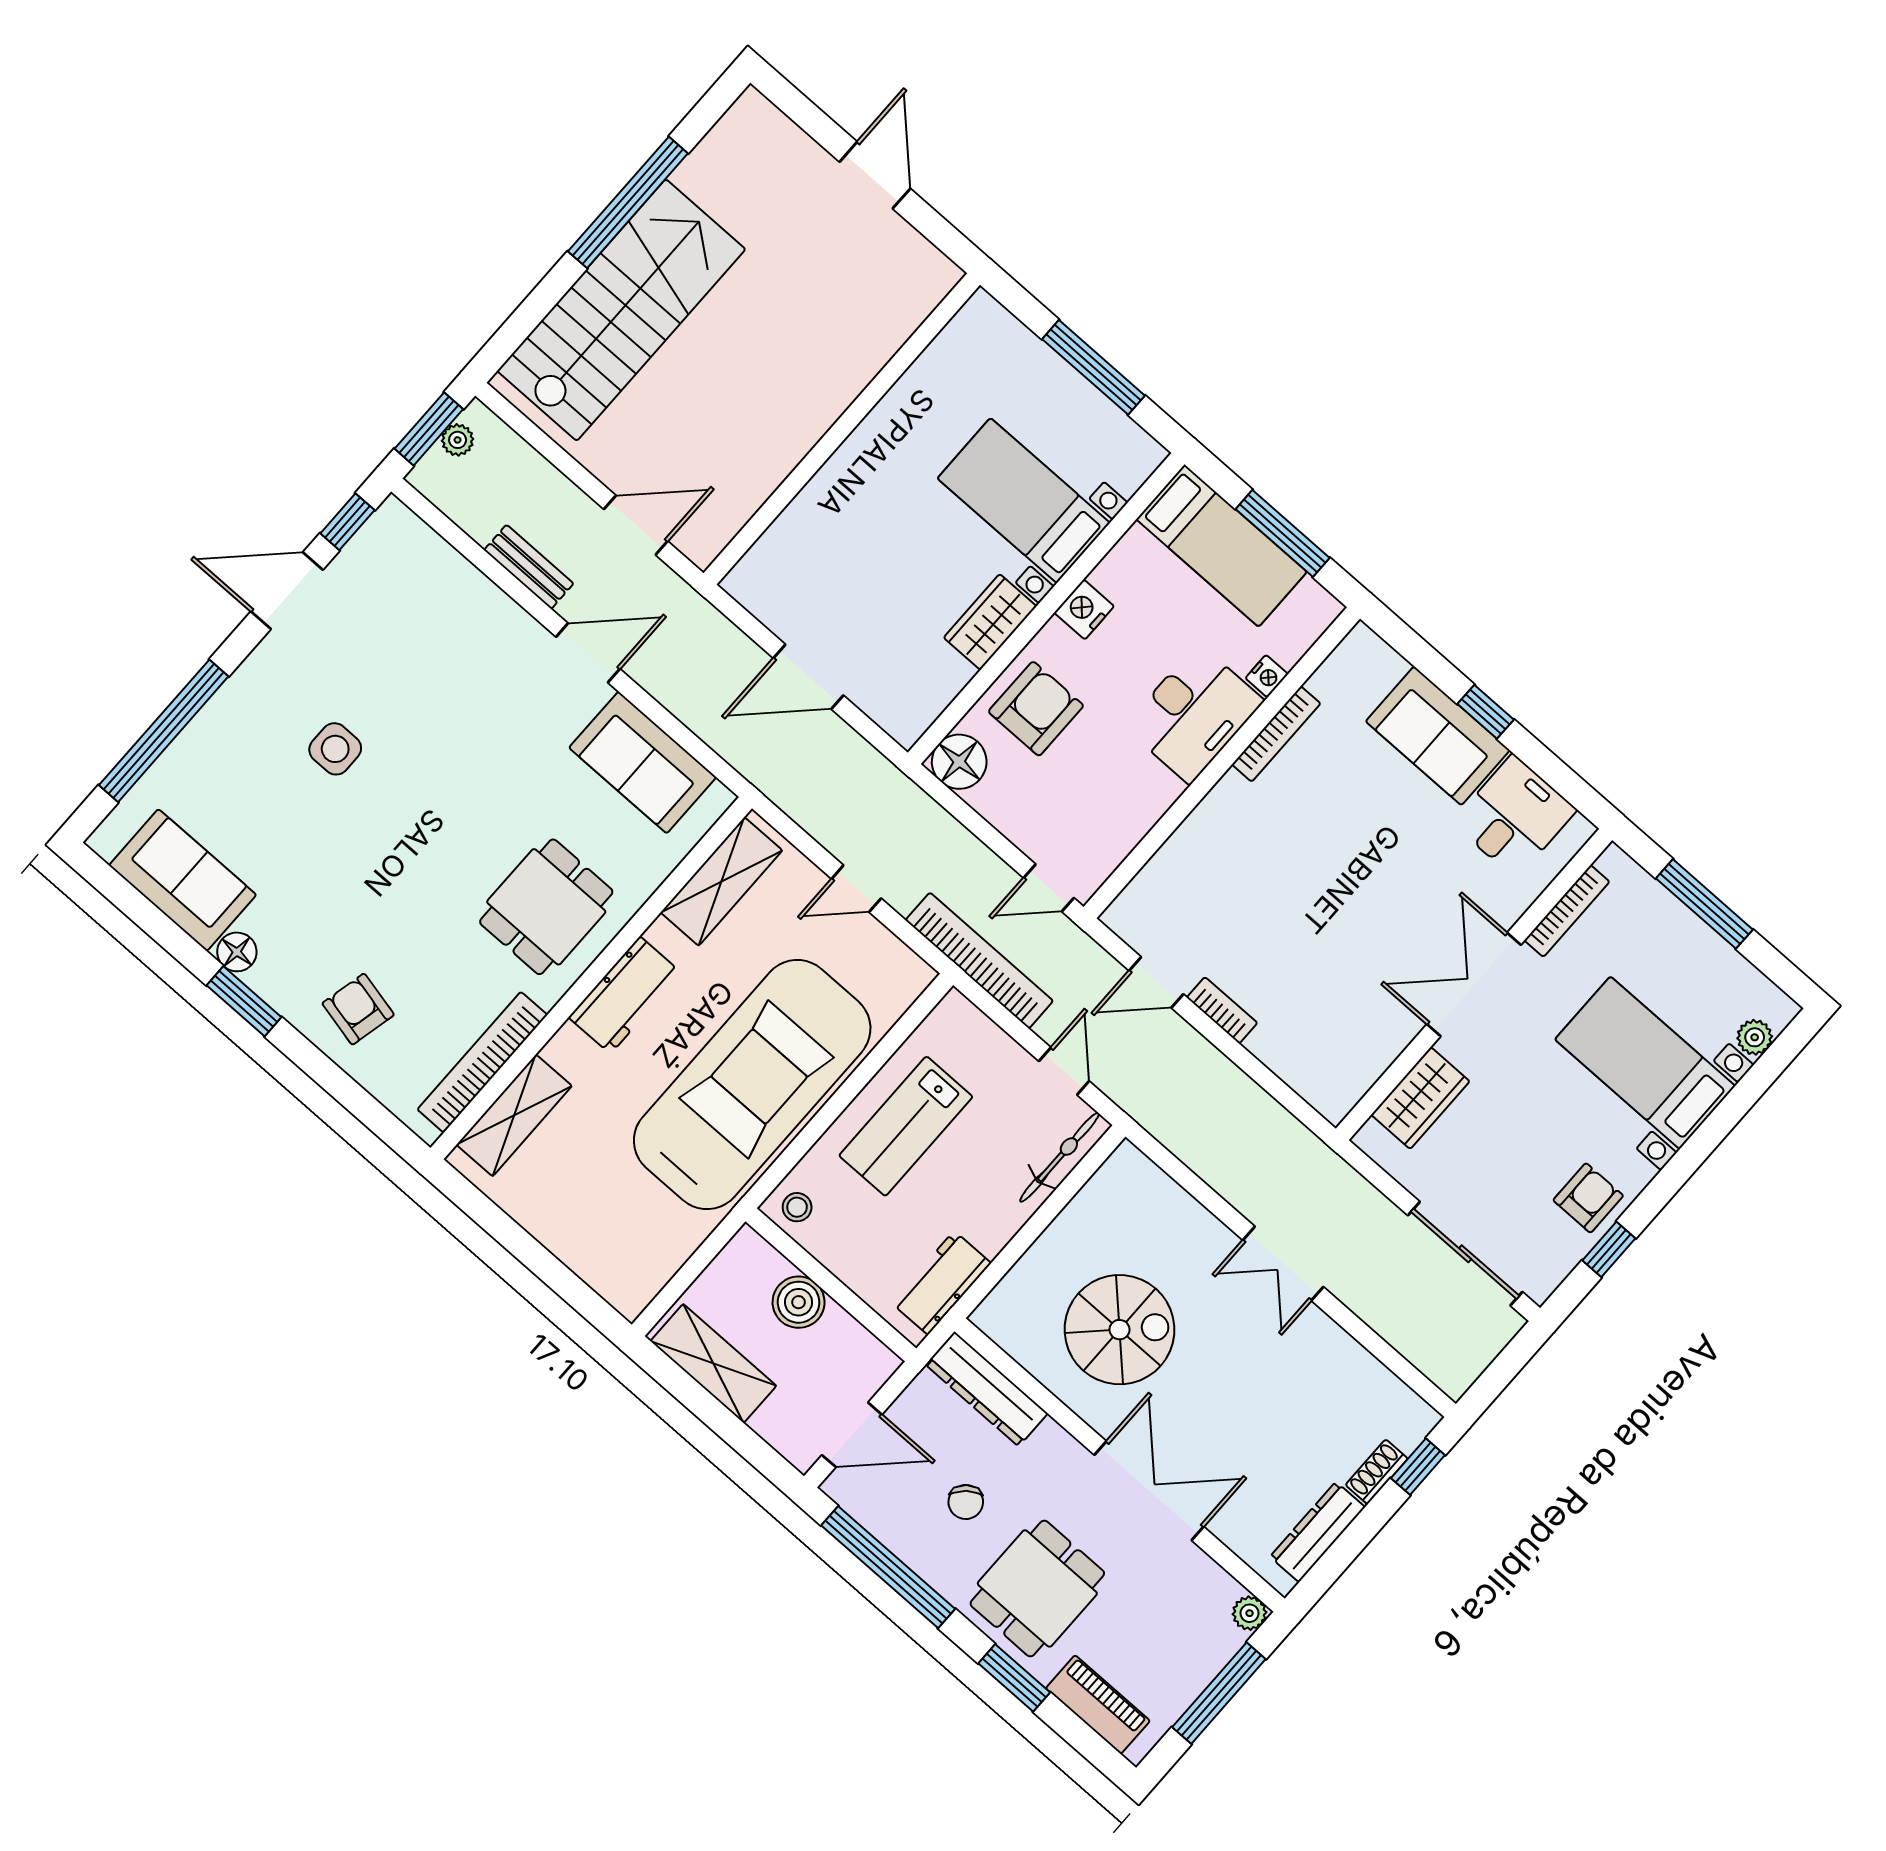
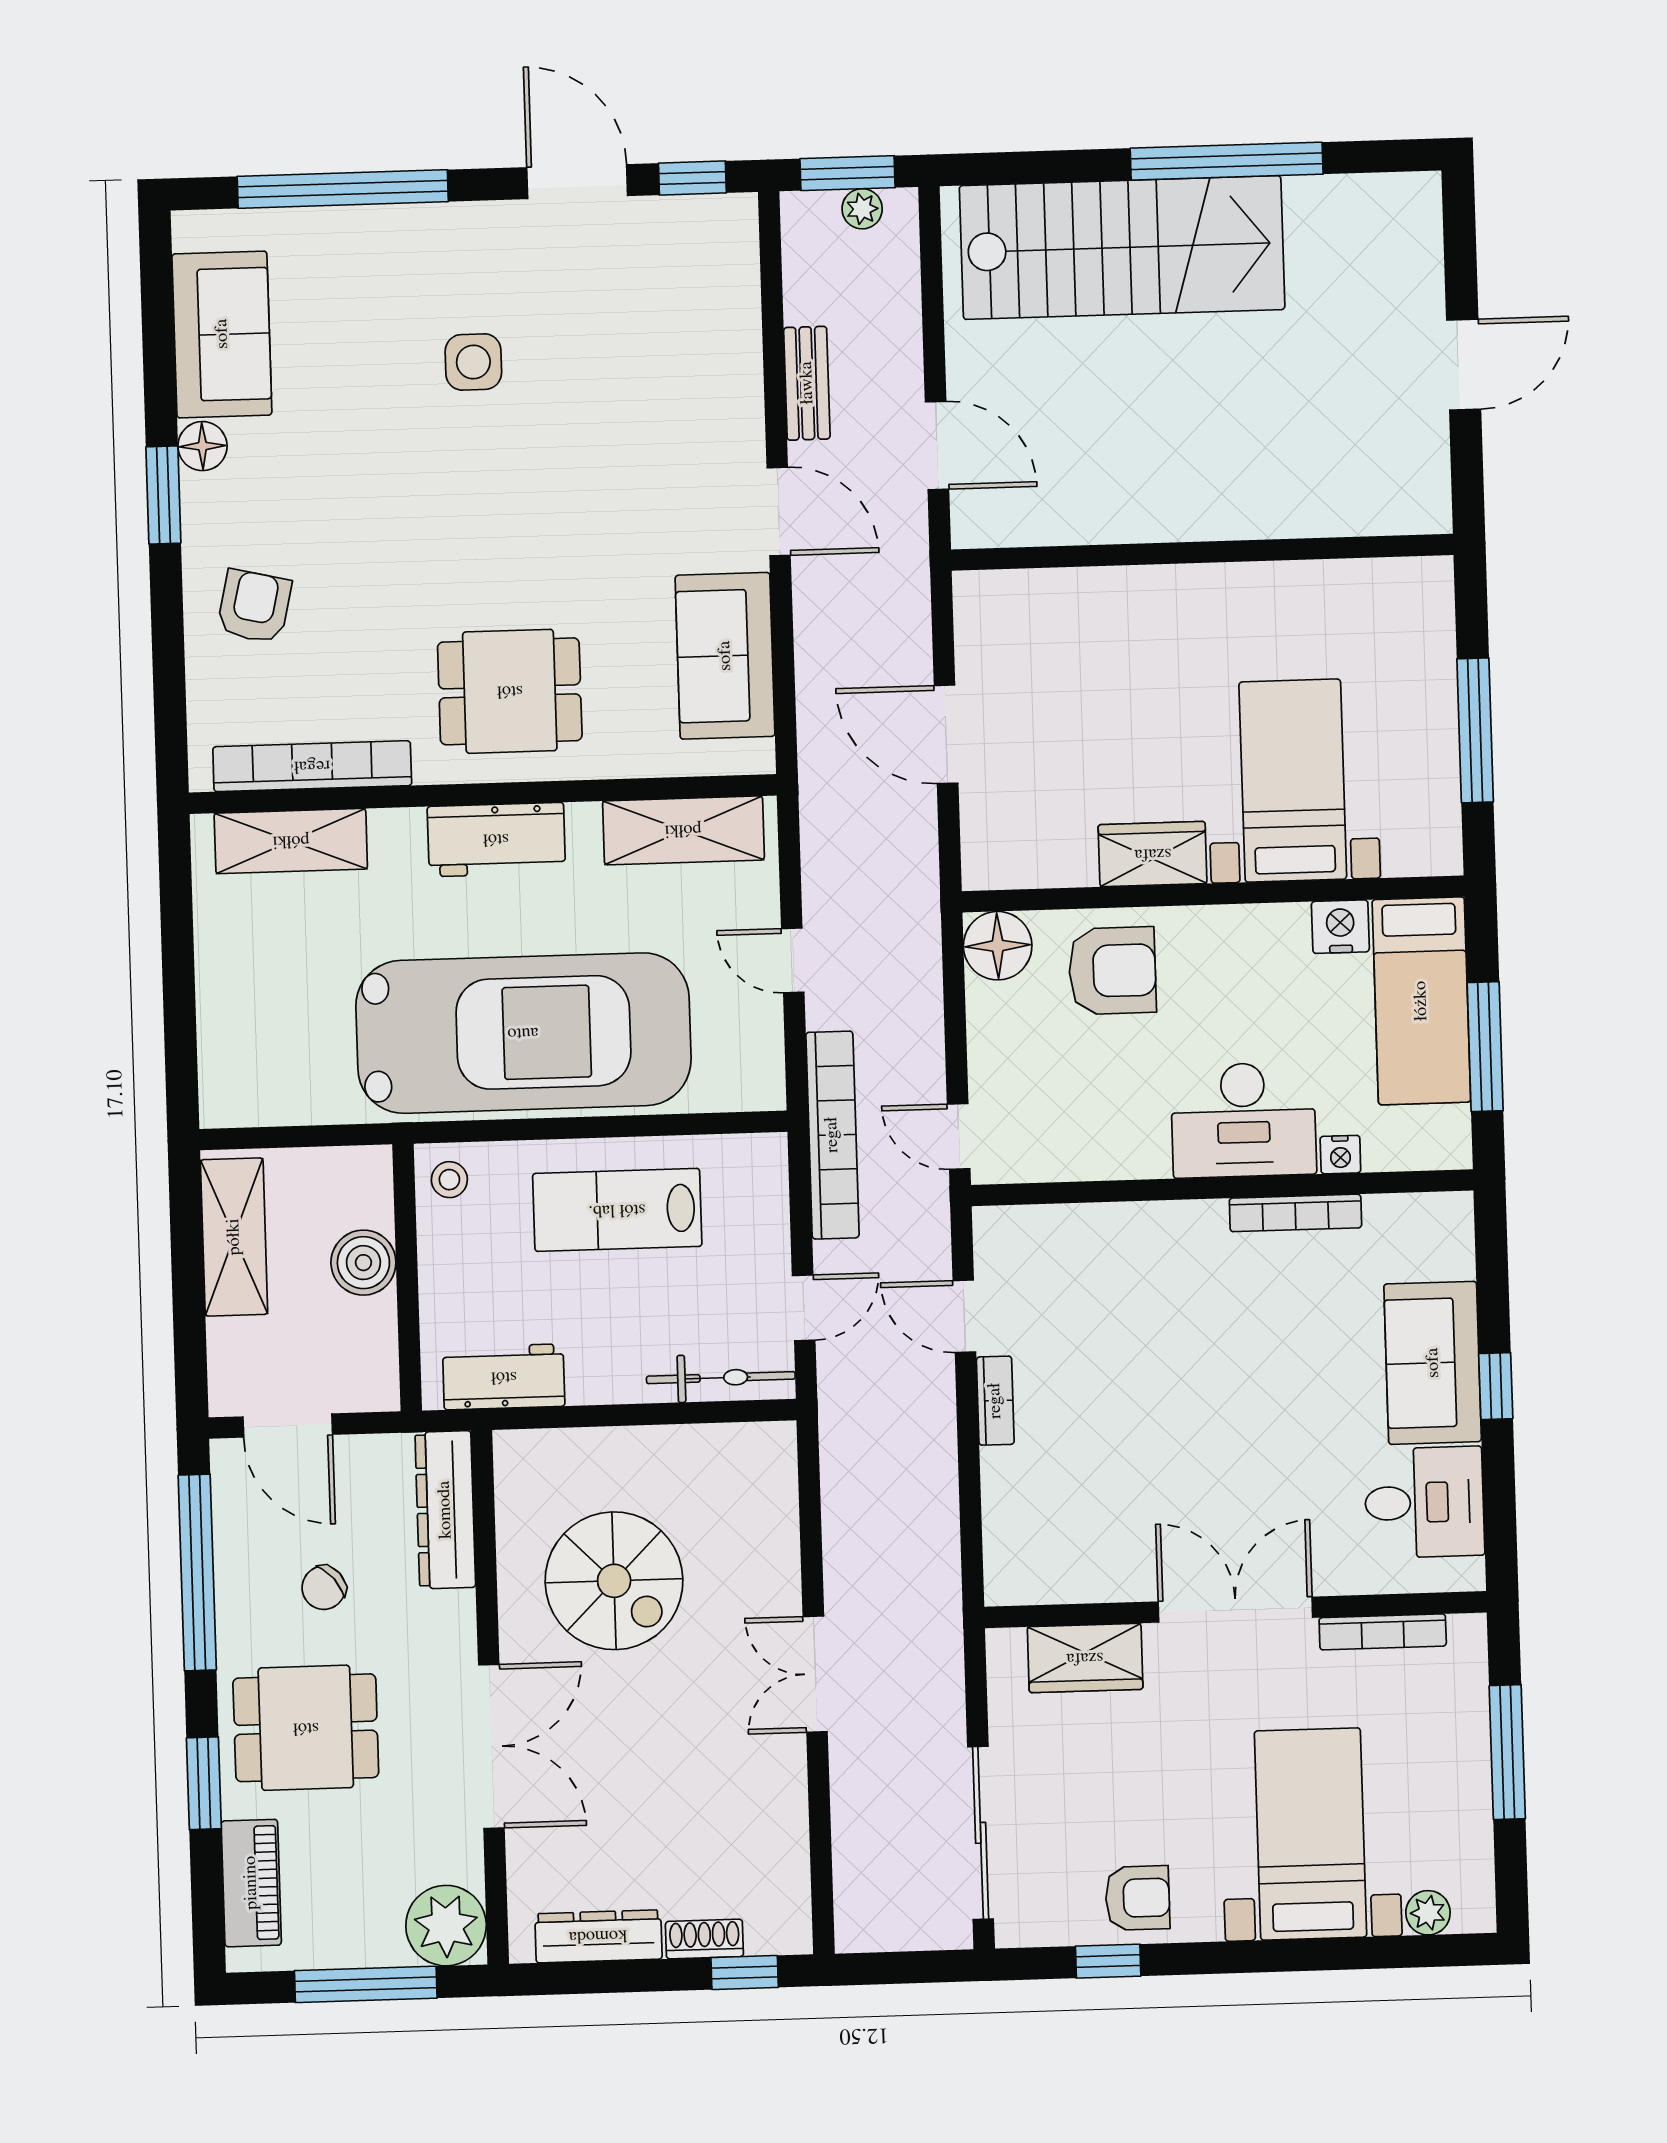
nightstand: (1084, 609) -> (1340, 927), moved
plant: (1250, 1613) -> (446, 1926), width x1.88, depth x1.88

